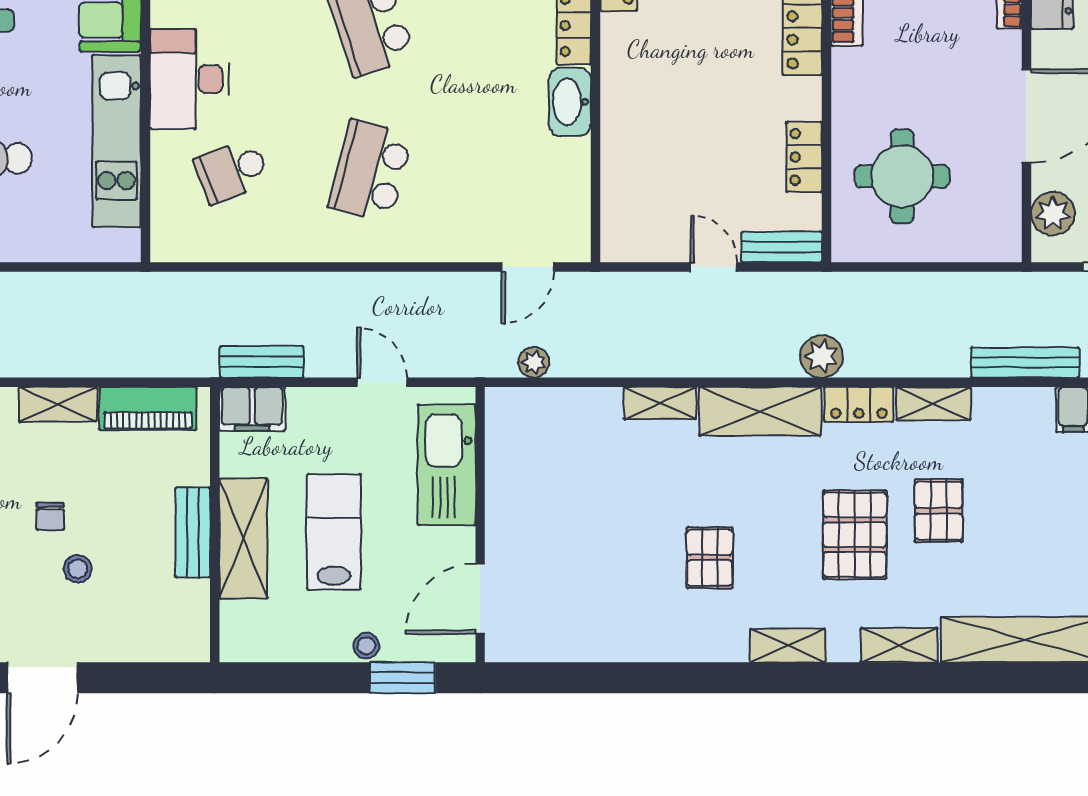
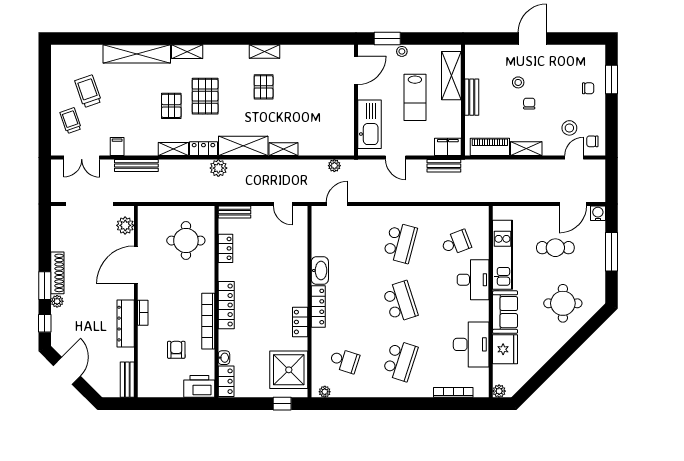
door: (714, 267) -> (283, 204), moved
shelving: (243, 539) -> (451, 76), moved
shelving: (788, 646) -> (264, 51), moved

